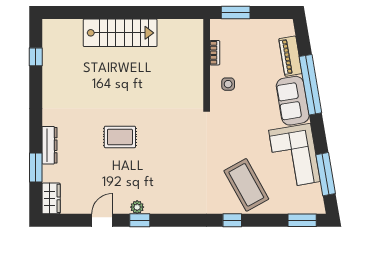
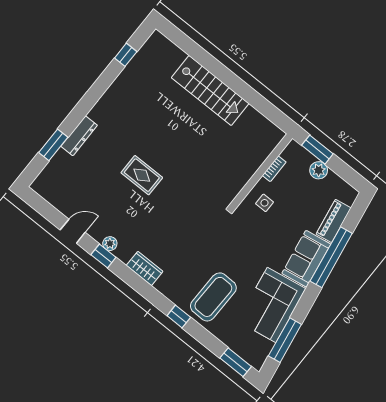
plant: (249, 27) -> (319, 170), added
coffee table: (246, 185) -> (213, 297), turned 30
wardrobe: (51, 198) -> (145, 268), moved, turned -90

